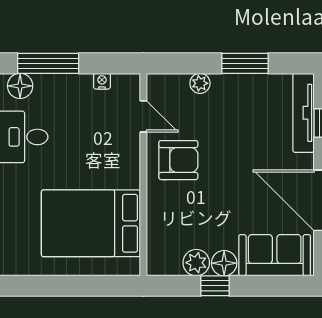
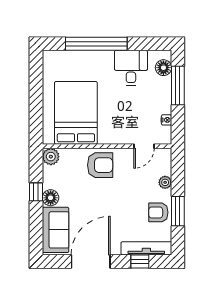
armchair: (247, 94) -> (158, 212), added
armchair: (178, 160) -> (100, 165), moved, turned -90
plant: (196, 263) -> (51, 157), moved

